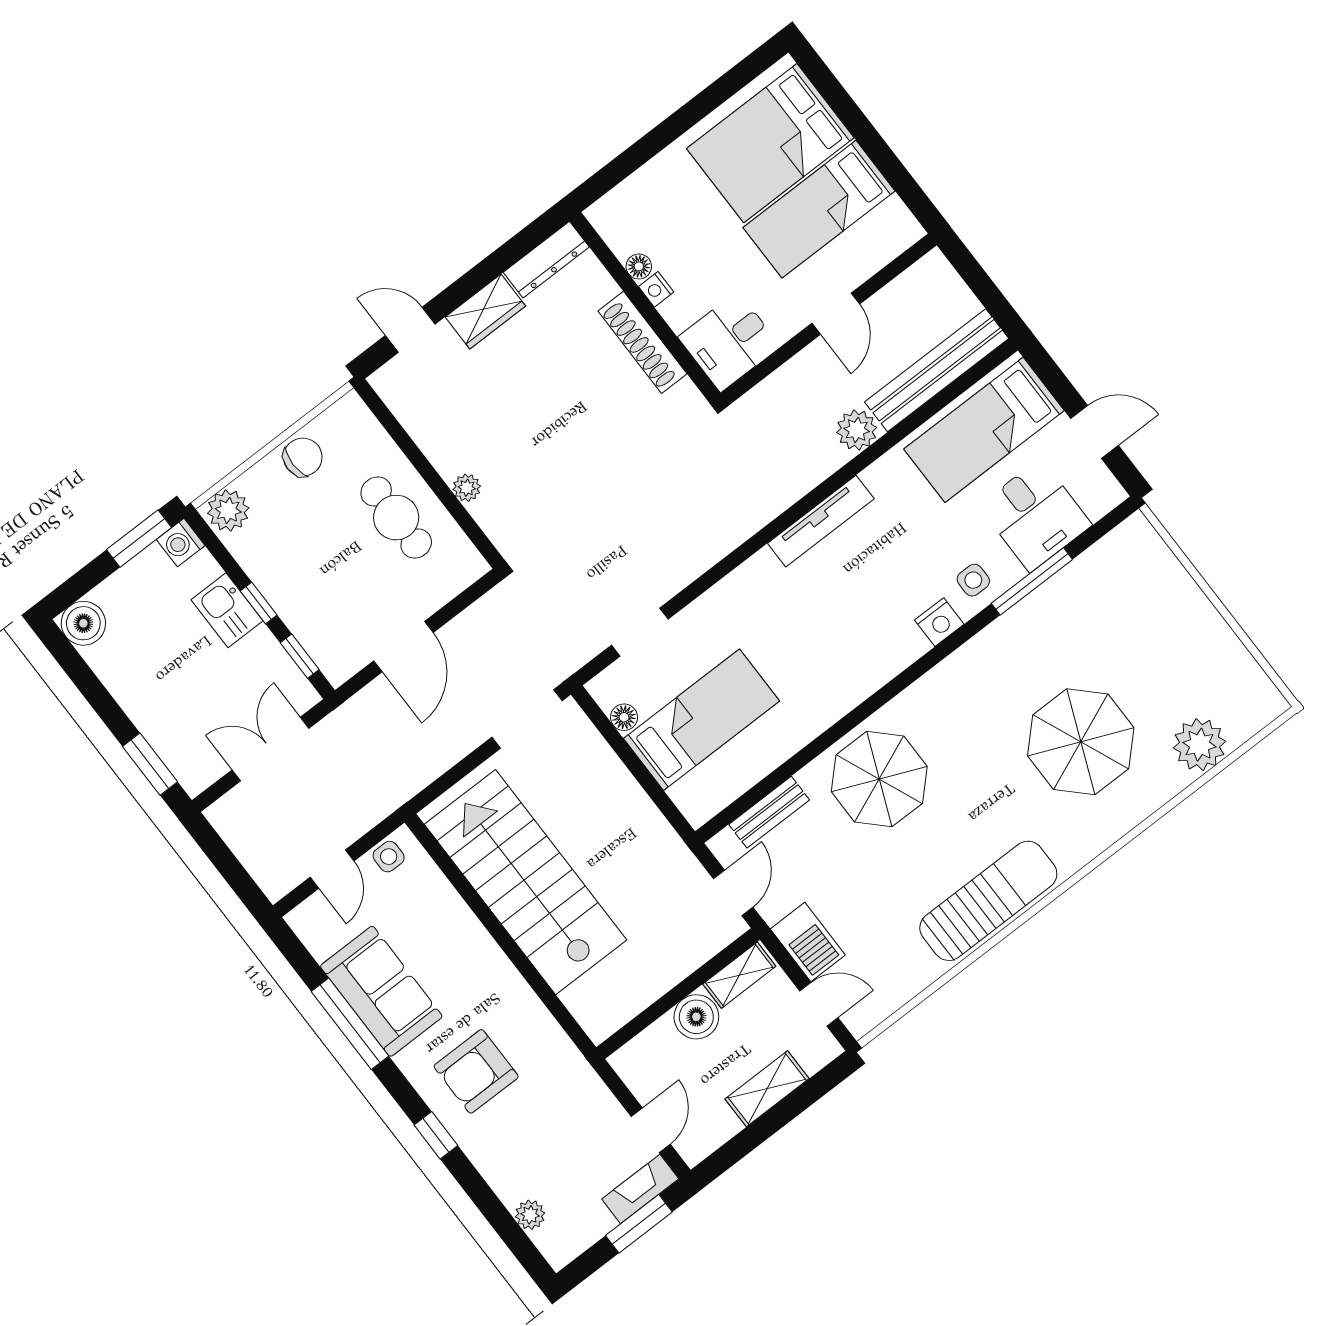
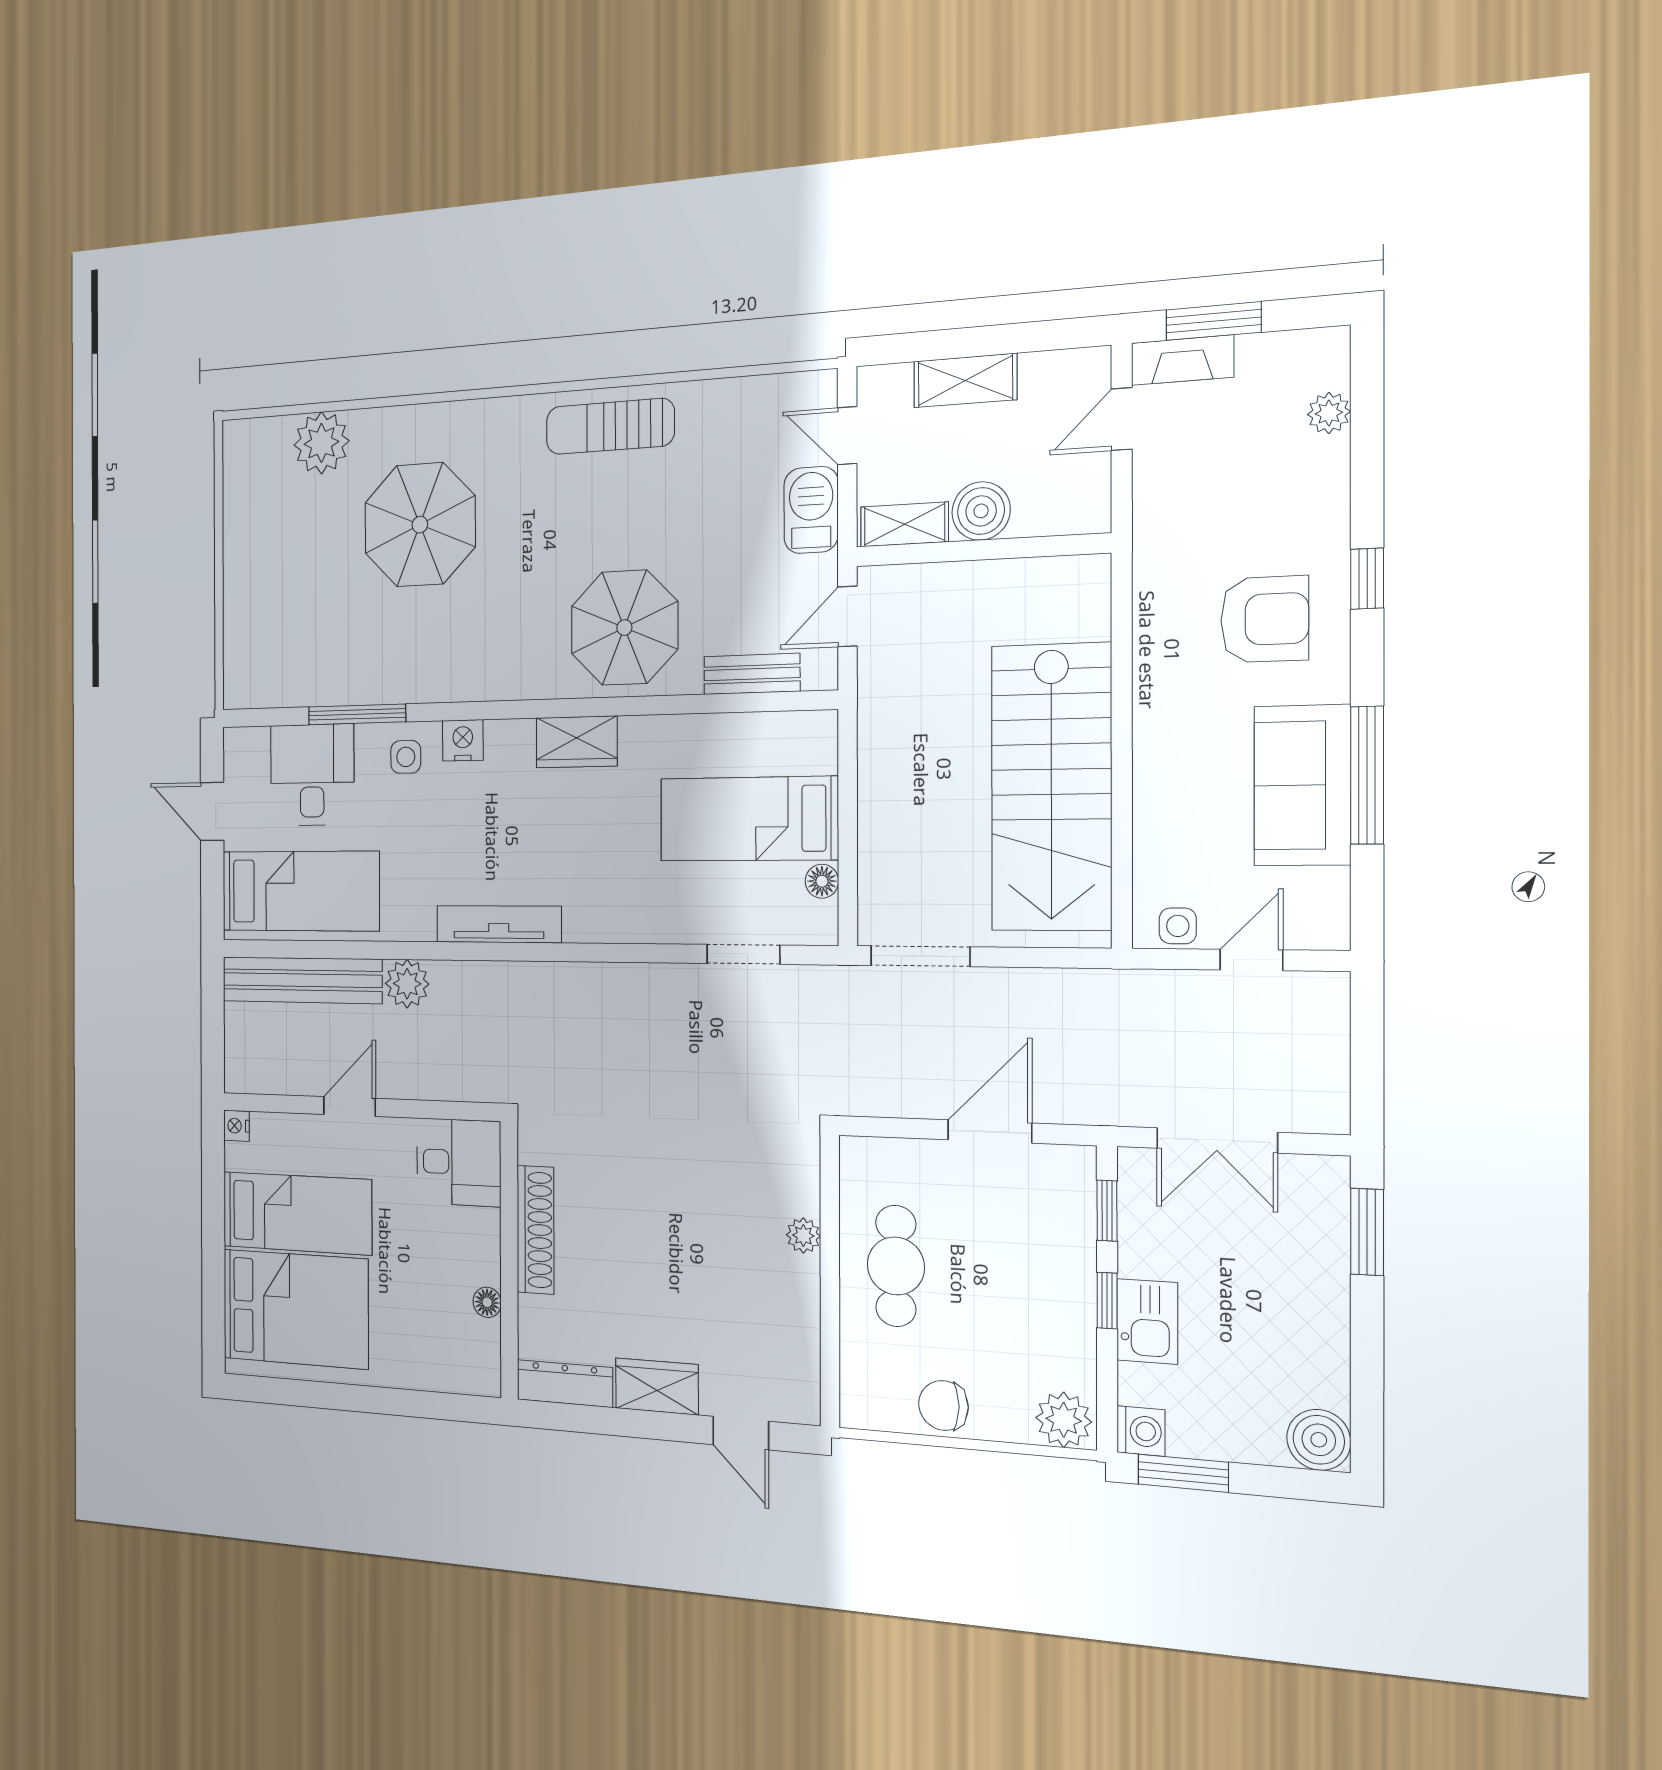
nightstand: (656, 289) -> (237, 1126), moved, turned 180
wardrobe: (857, 681) -> (577, 742), added
sun lounger: (988, 901) -> (610, 426), width x0.73, depth x0.75

